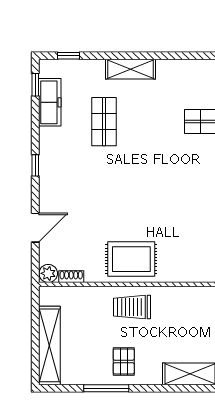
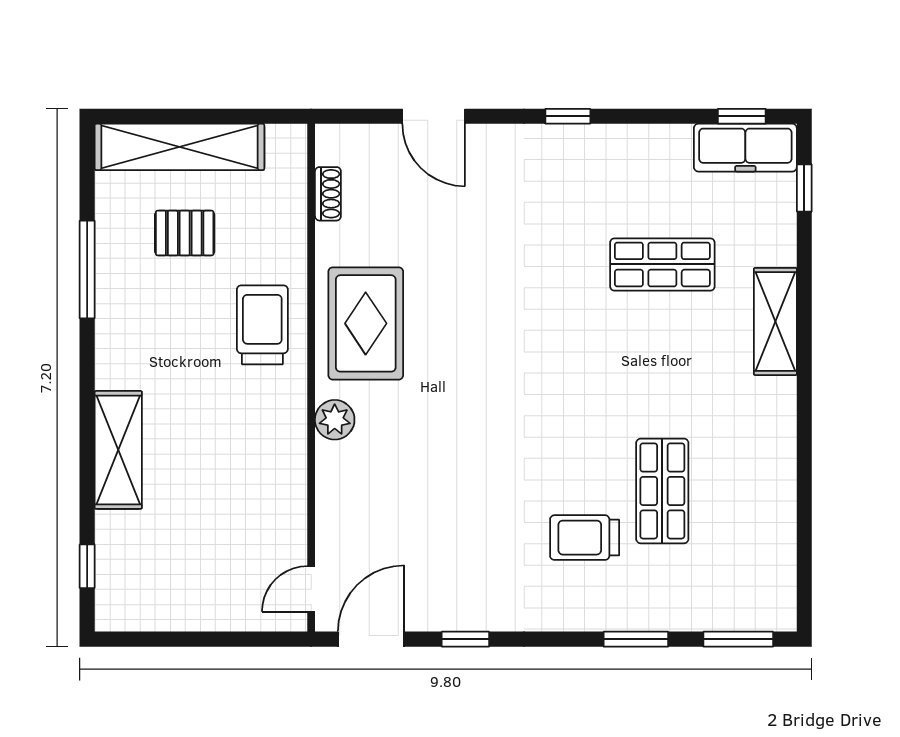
freezer: (50, 102) -> (745, 148), moved
plant: (48, 273) -> (335, 420), moved
pallet: (124, 361) -> (185, 233), moved

